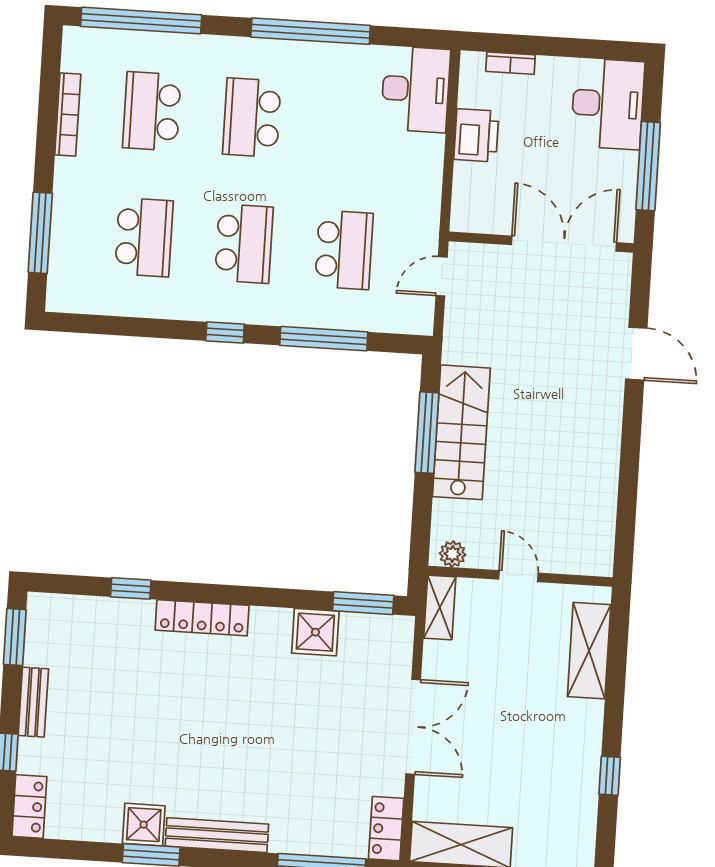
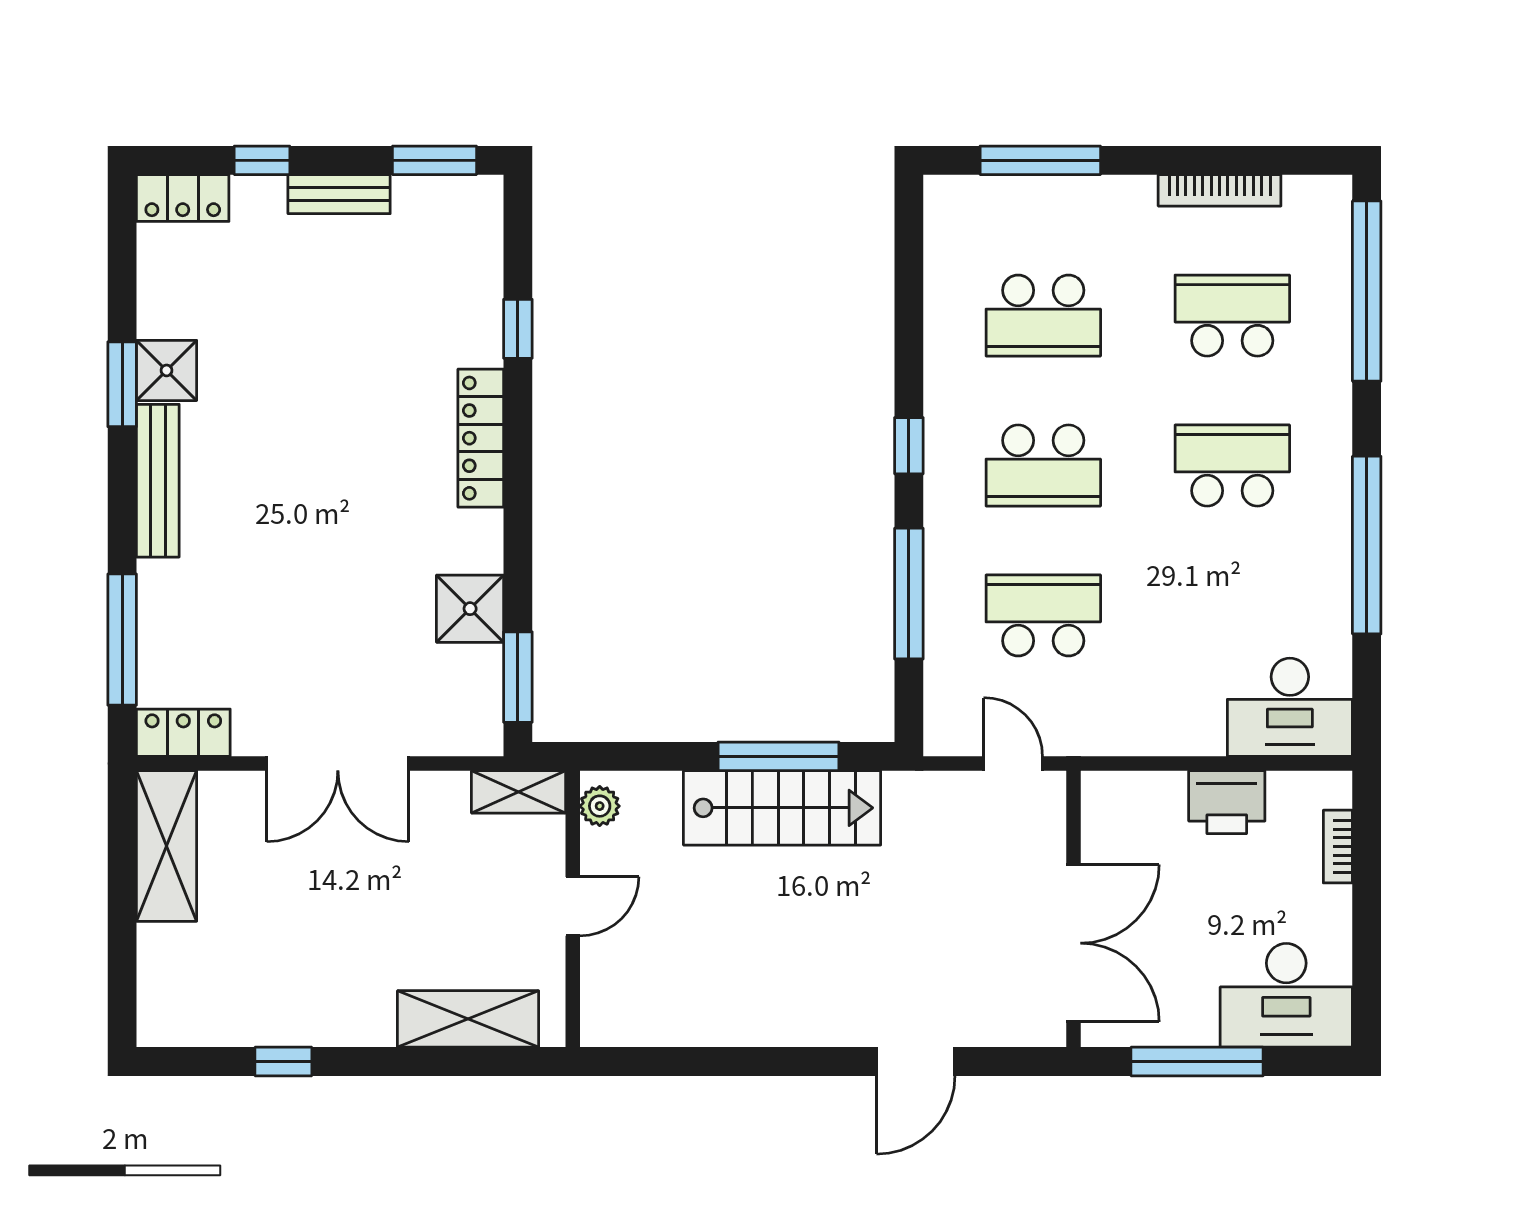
school desk: (344, 250) -> (1043, 615), turned 180

